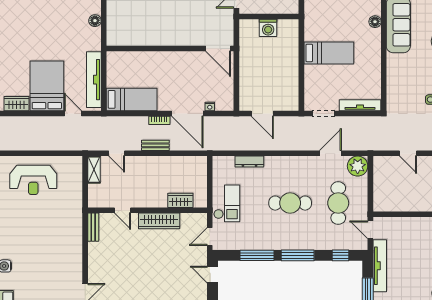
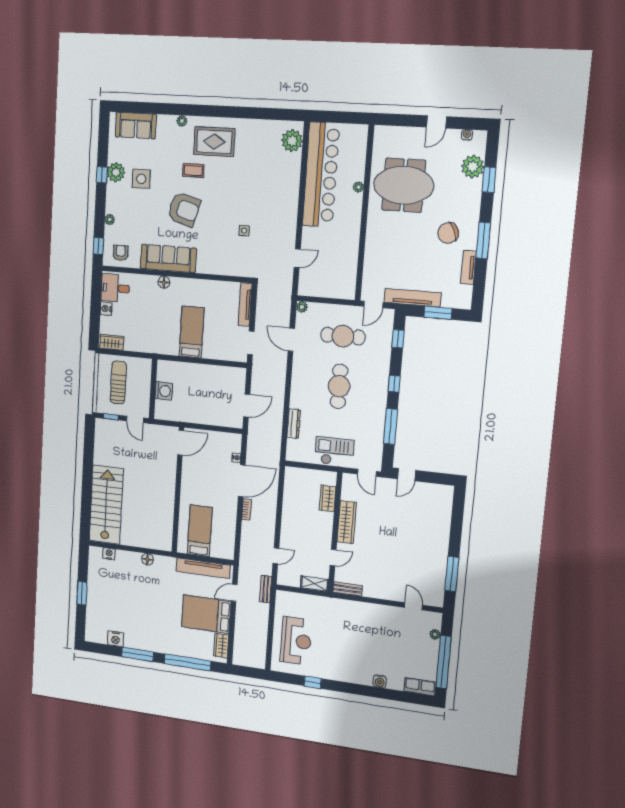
bed: (132, 99) -> (200, 531), moved
bench: (155, 145) -> (266, 589), moved
plant: (358, 166) -> (302, 307), width x0.53, depth x0.53
shelving: (94, 170) -> (314, 584), moved
window: (298, 255) -> (394, 384), width x0.46

